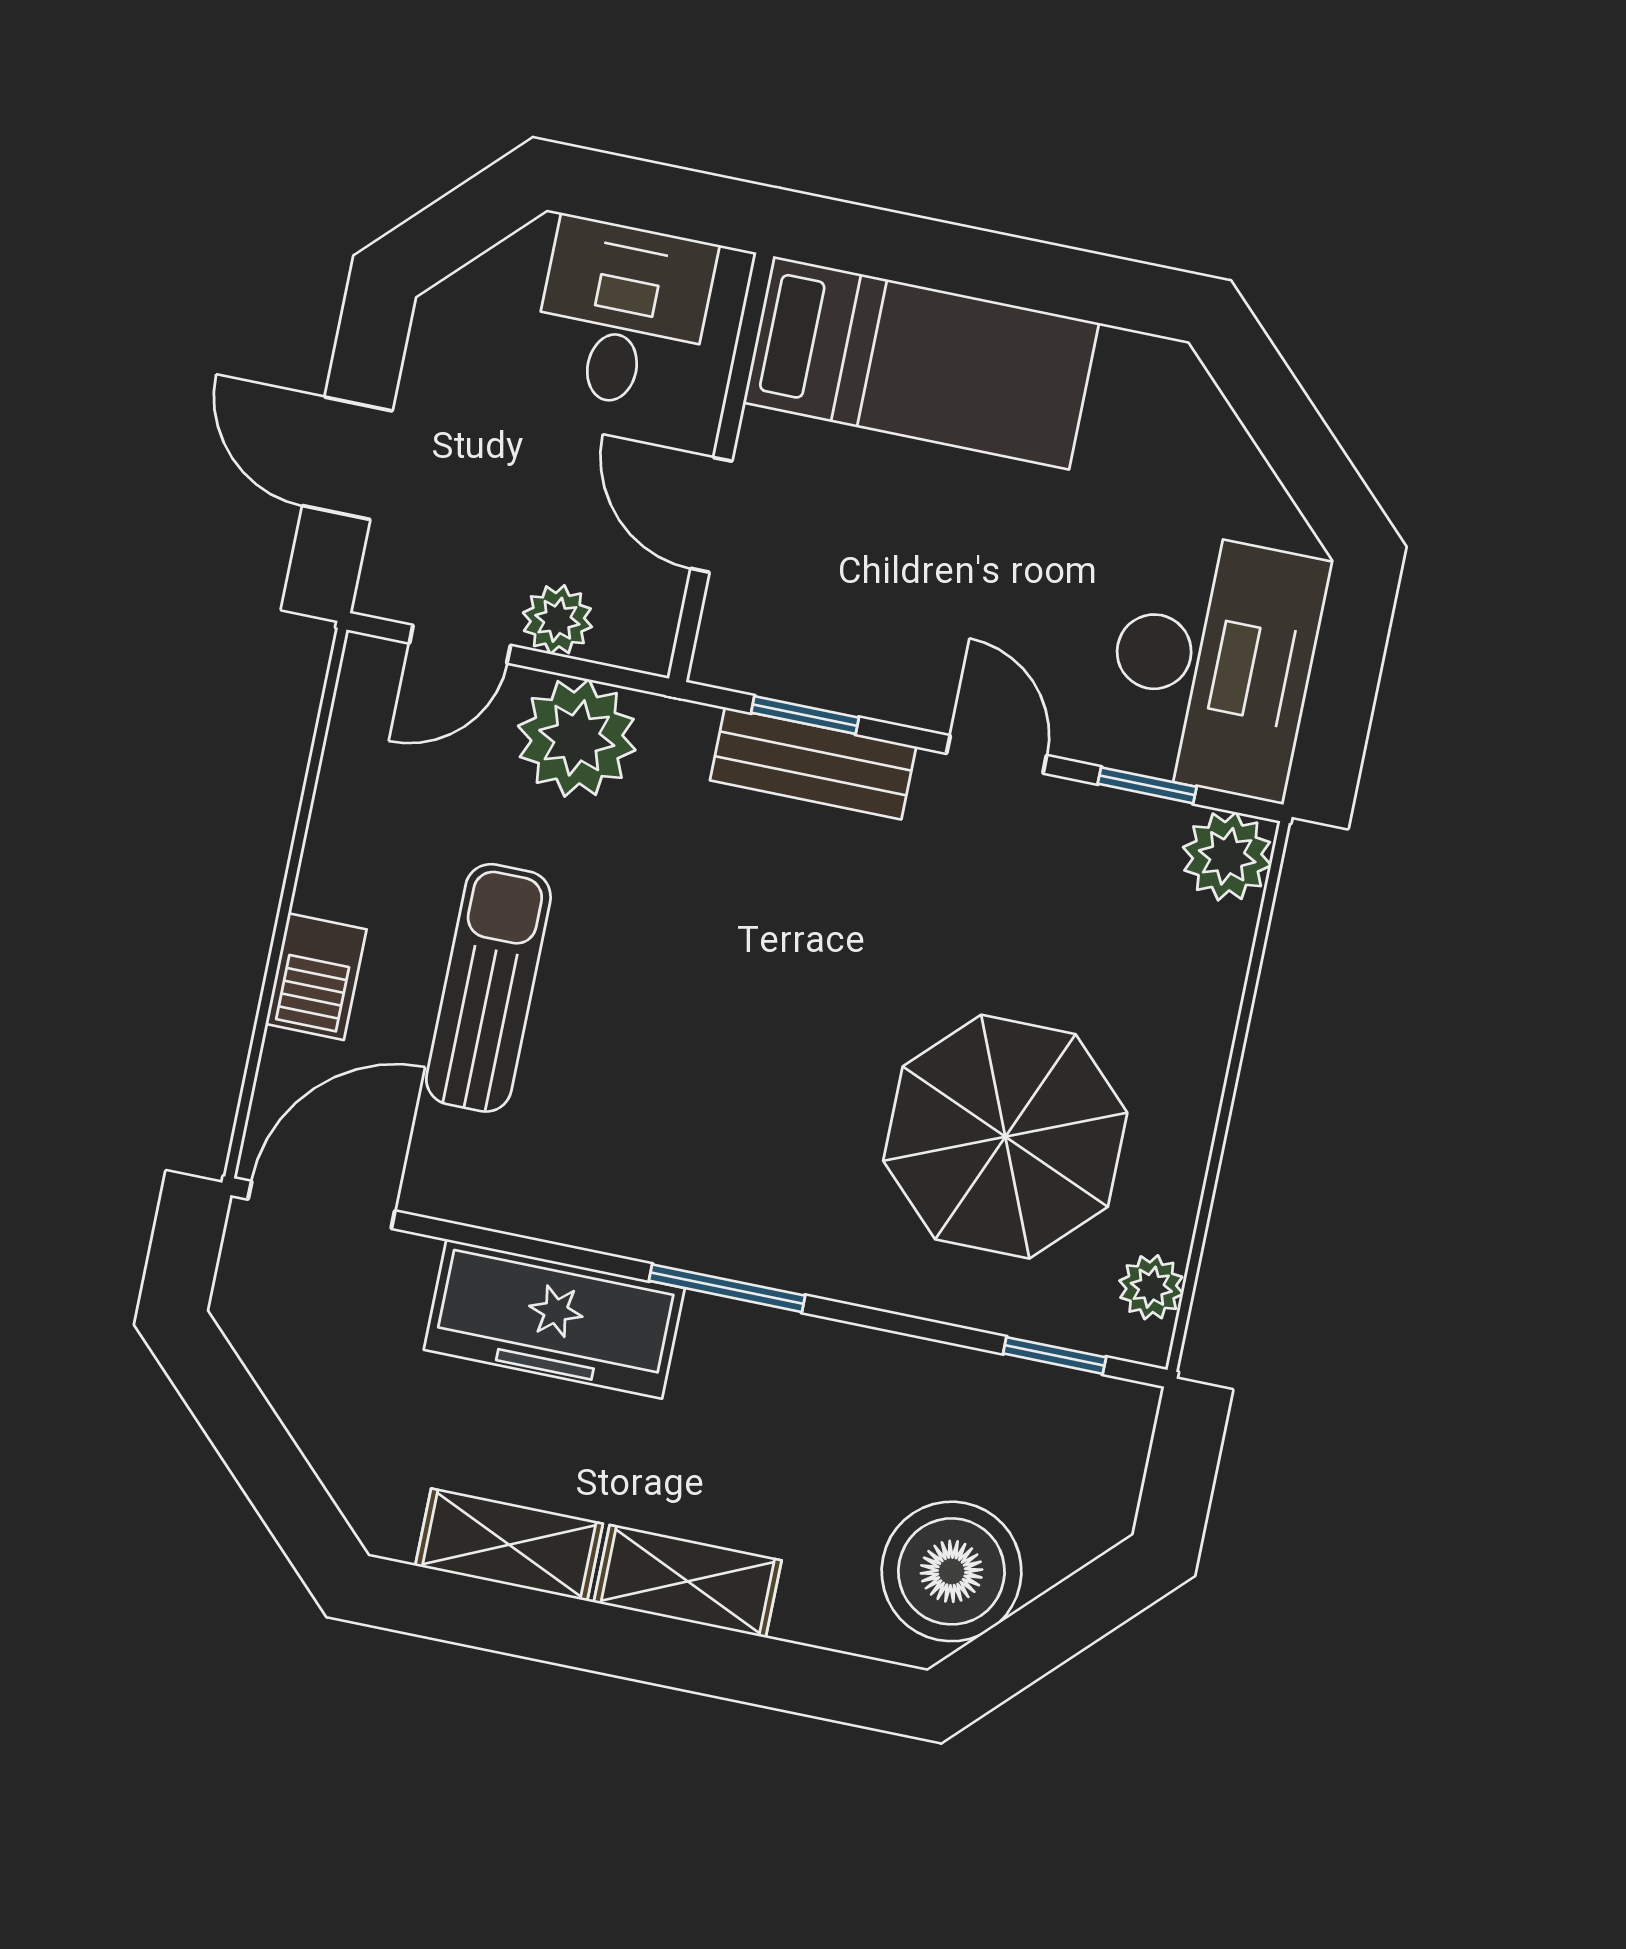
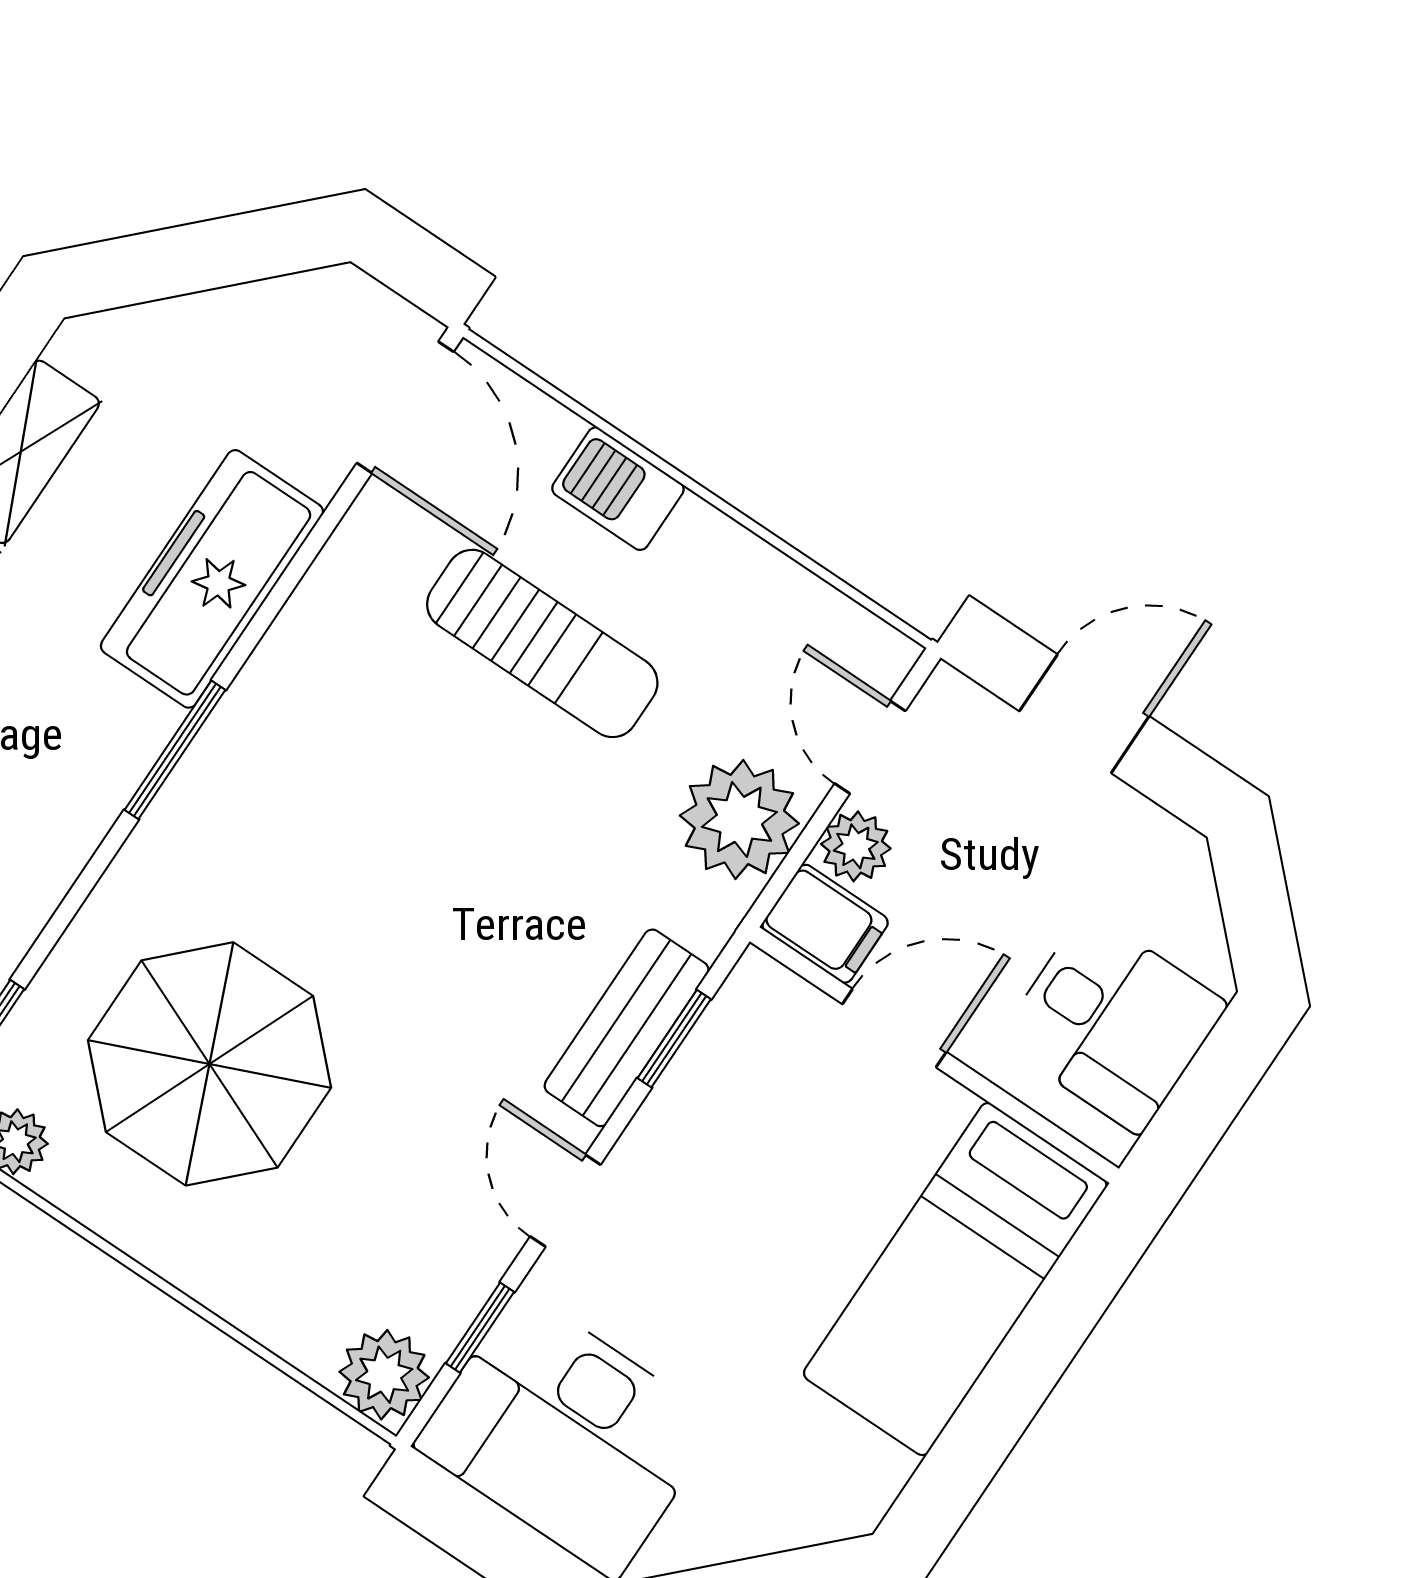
filing cabinet: (641, 619) -> (825, 924), added
door: (997, 754) -> (565, 1201), swing flipped

